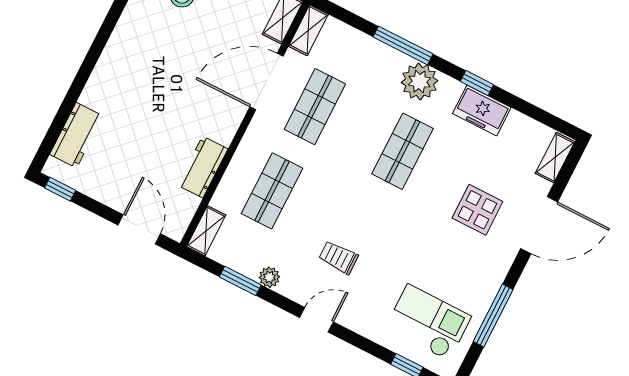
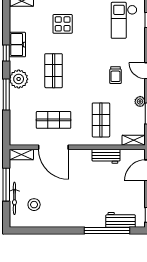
shelving: (308, 30) -> (21, 140), removed
window: (70, 101) -> (107, 231), added
shop shelf: (403, 151) -> (54, 71), turned 90
shop shelf: (272, 191) -> (101, 120), turned 90

